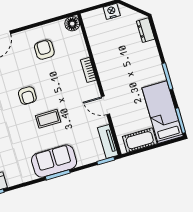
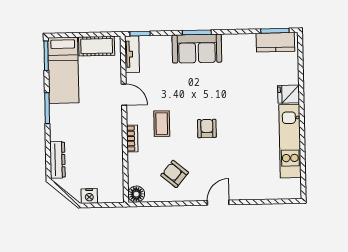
dresser: (146, 30) -> (57, 160), width x1.44
armchair: (44, 50) -> (175, 174), turned 130
coffee table: (48, 119) -> (162, 124), moved, turned 90

